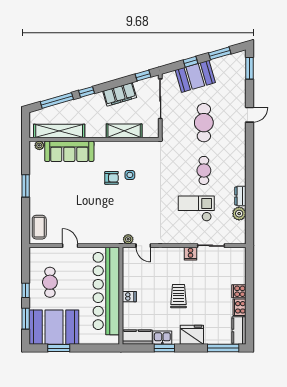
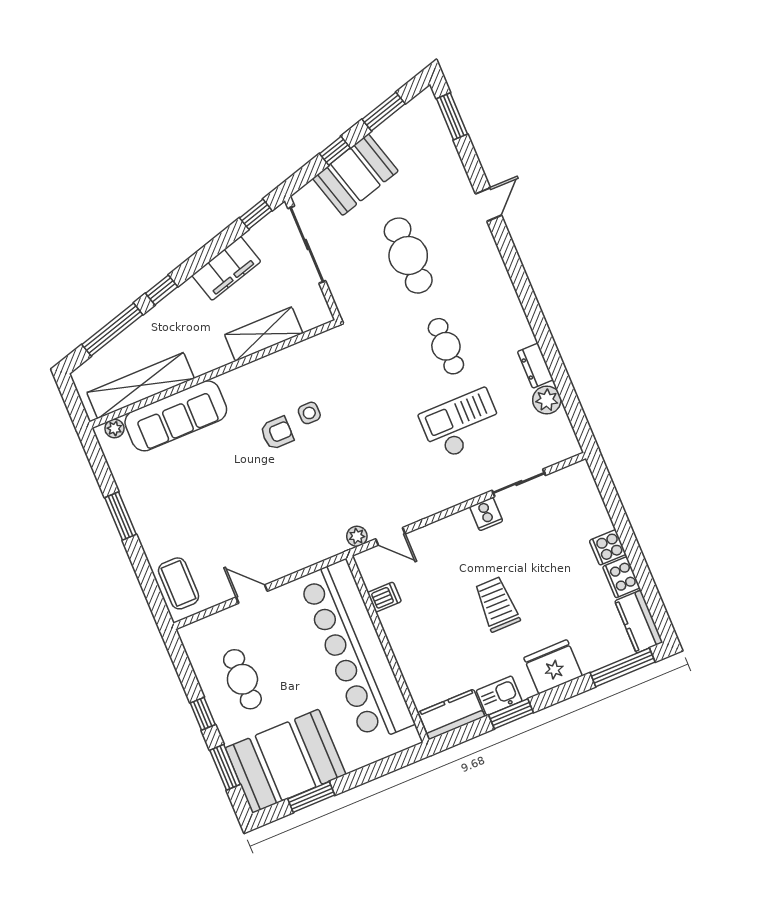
dishwasher: (129, 297) -> (384, 597), moved

